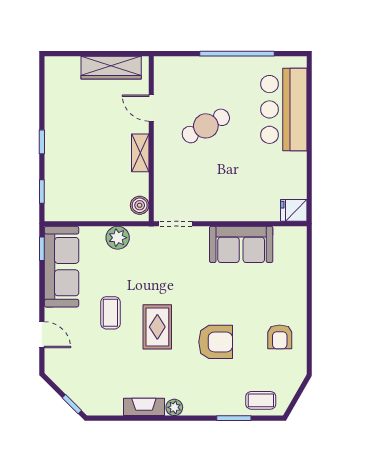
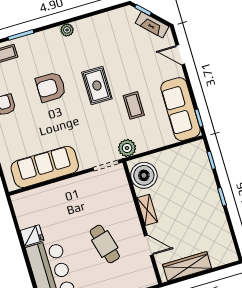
cafe table: (206, 126) -> (105, 244), turned -76
boiler: (140, 205) -> (144, 175), width x1.86, depth x1.86
fridge: (294, 210) -> (32, 235), moved
plant: (118, 238) -> (127, 148), moved
sofa: (241, 244) -> (45, 167), width x1.36
coffee table: (110, 313) -> (134, 105), moved
fireplace: (144, 407) -> (152, 25), moved, turned 45

